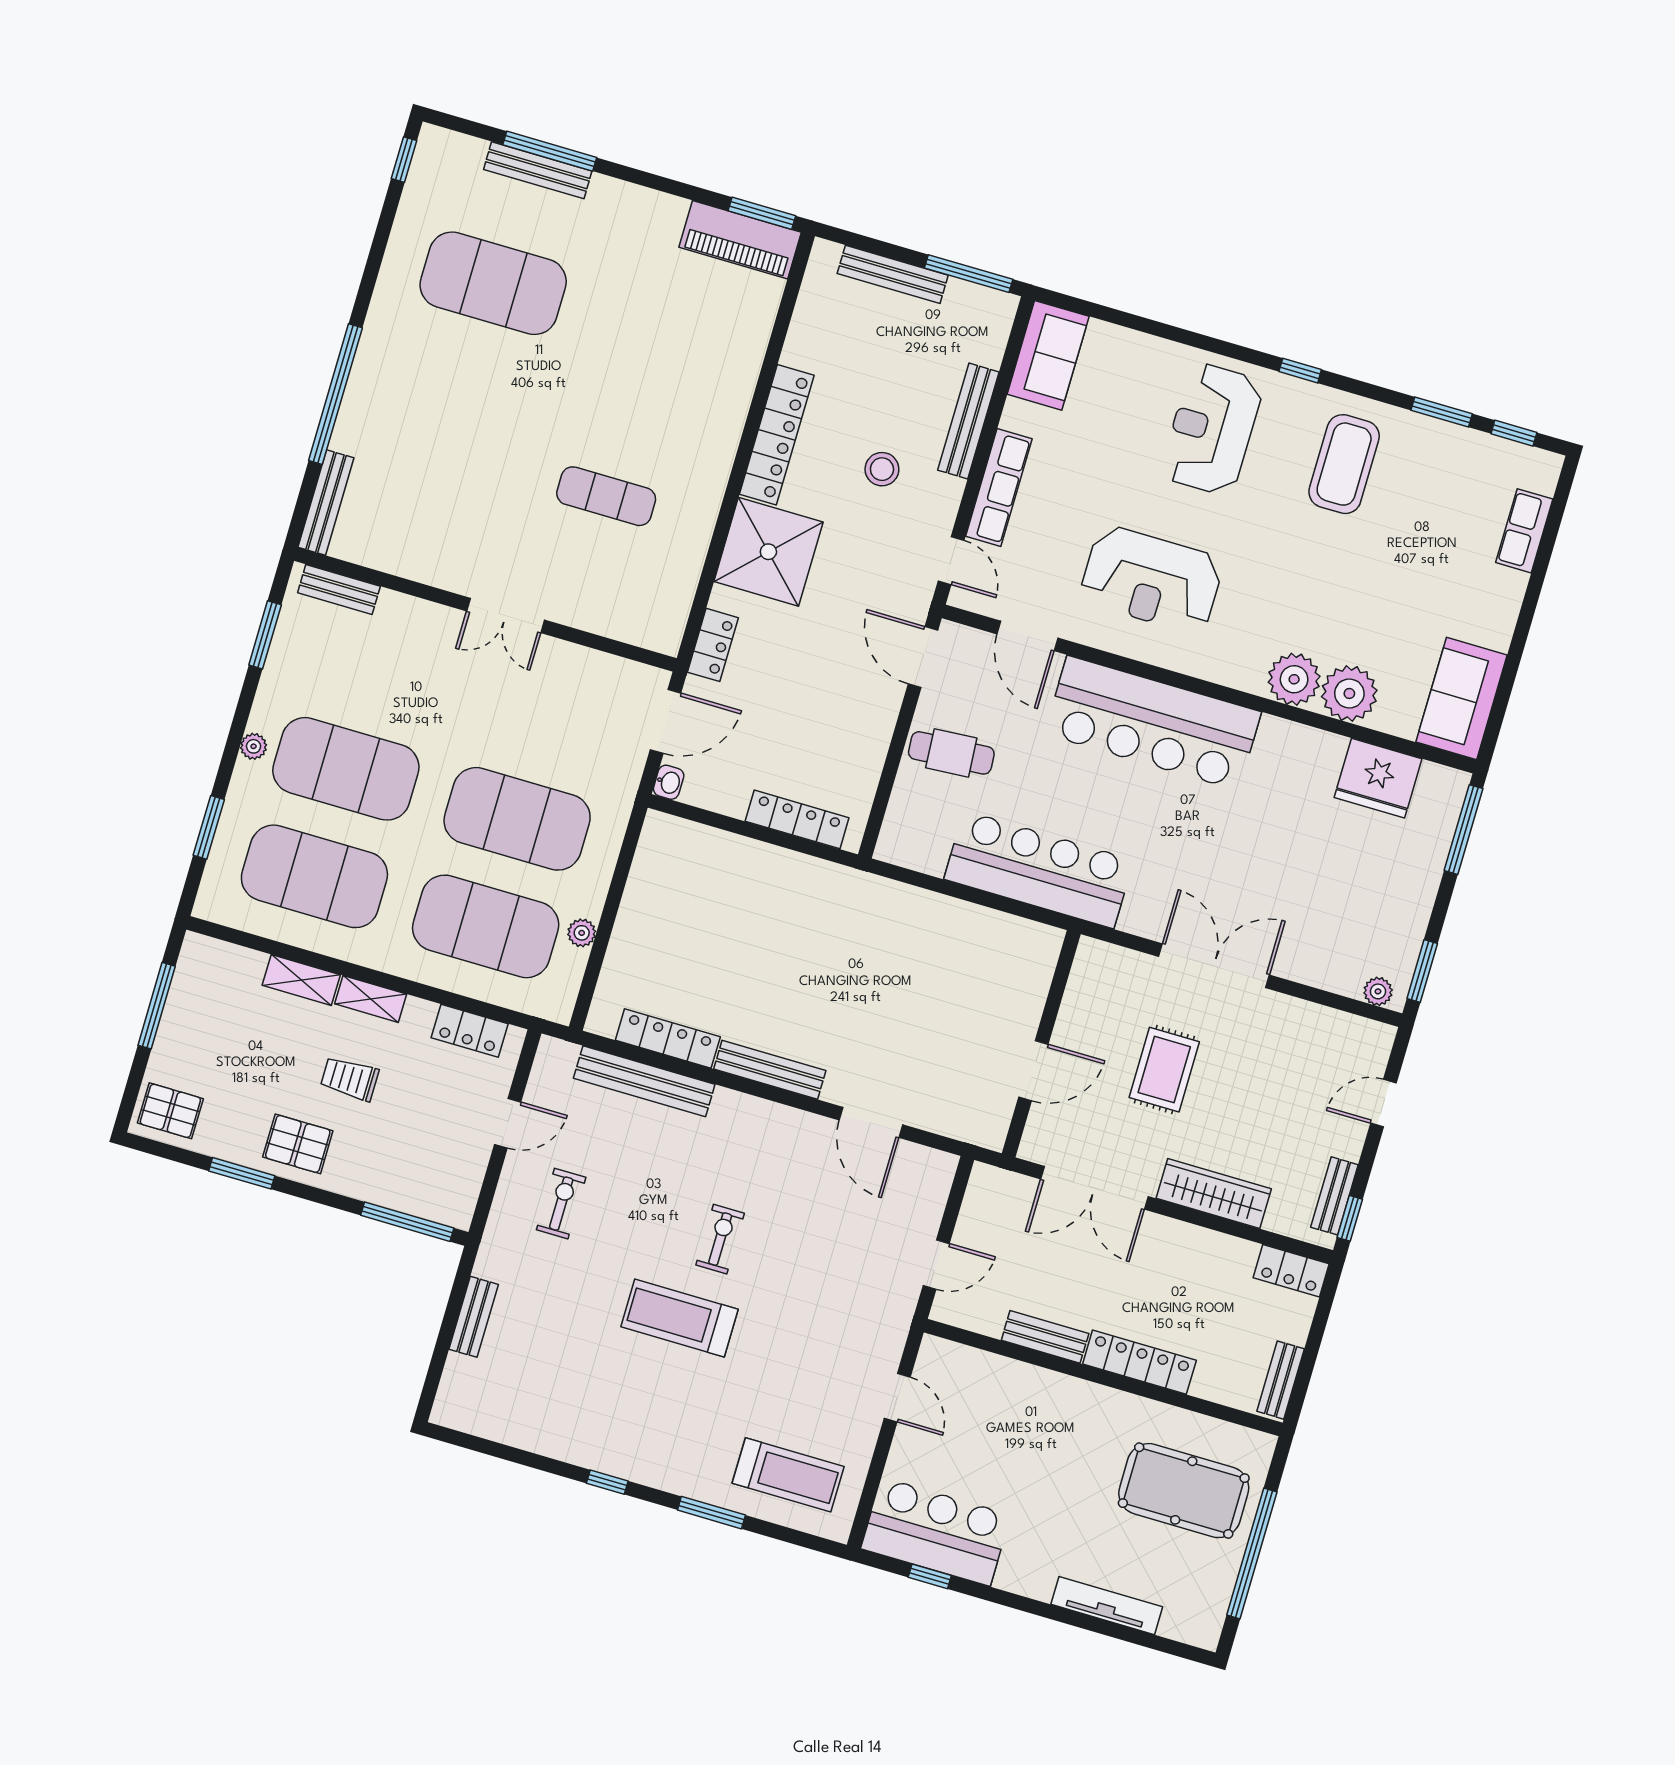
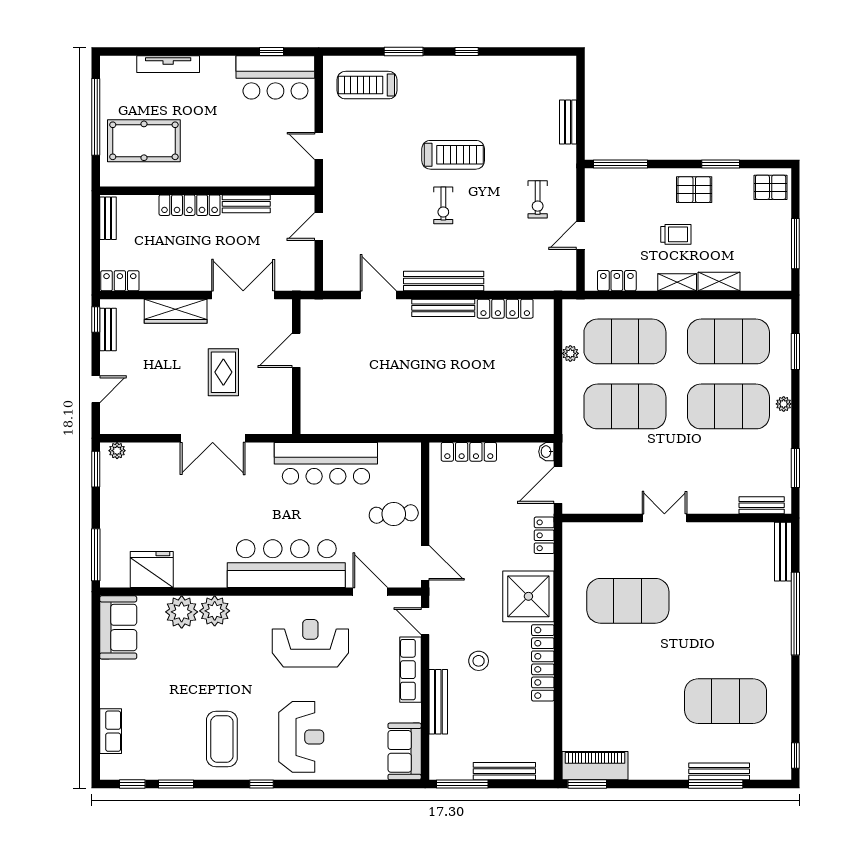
exercise mat: (606, 496) -> (628, 601), width x2.00, depth x1.45
bench: (644, 1081) -> (444, 281), moved

